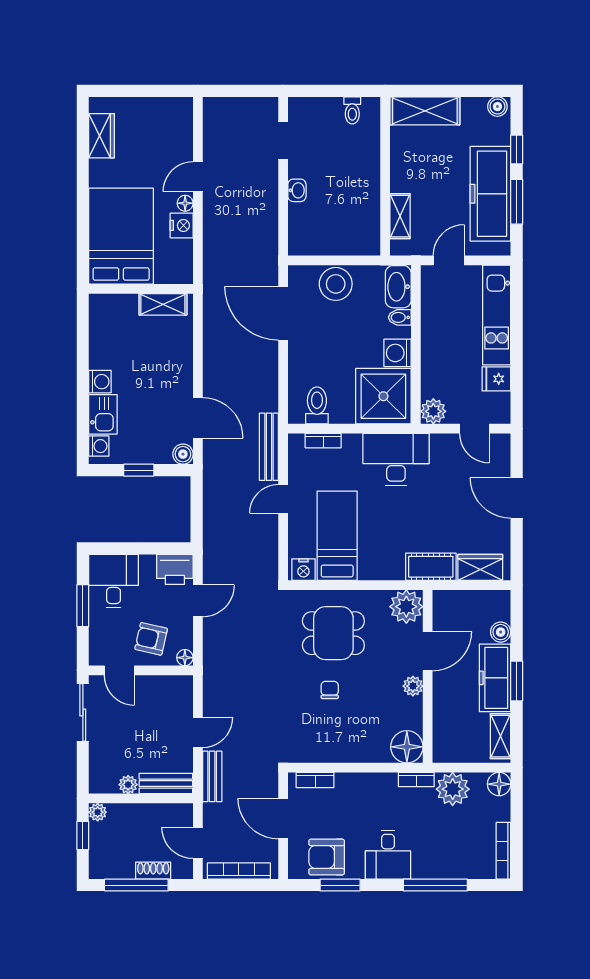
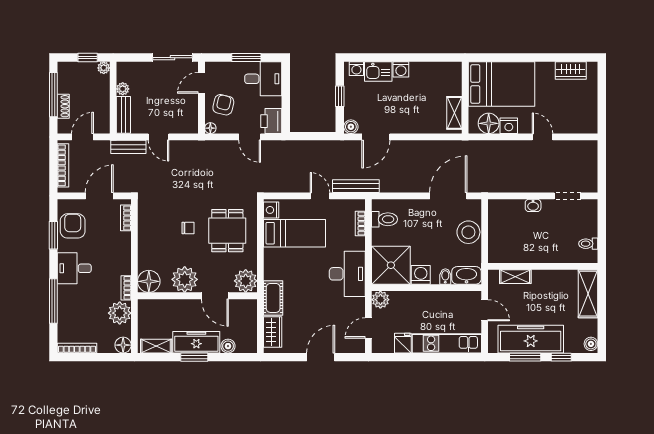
floor lamp: (185, 203) -> (489, 123), moved, width x1.89, depth x1.89
plant: (413, 686) -> (185, 279), width x1.87, depth x1.87

